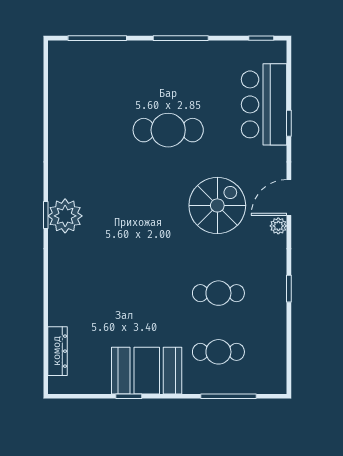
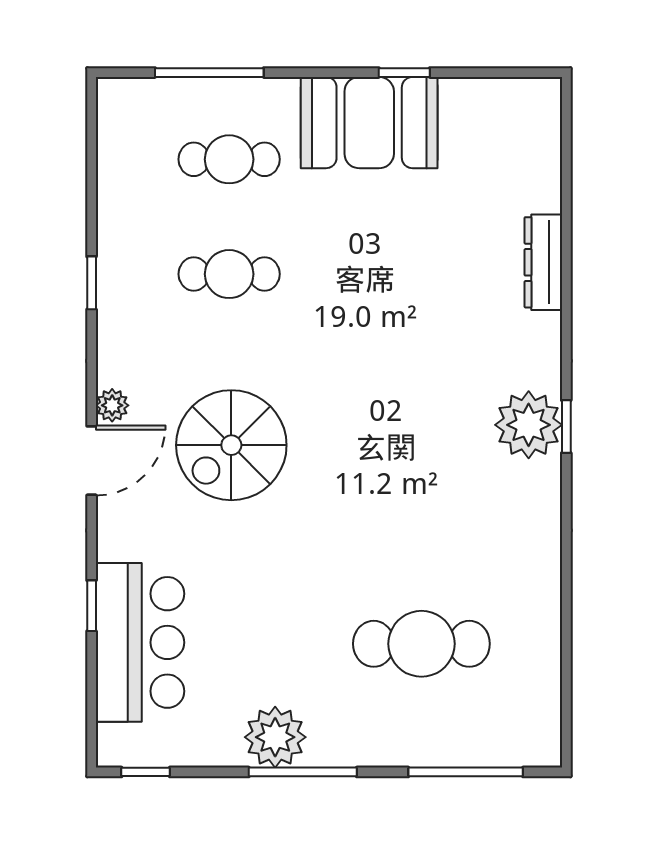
plant: (195, 56) -> (275, 737), added
cafe table: (168, 130) -> (421, 644), moved
dresser: (57, 351) -> (543, 262), moved

